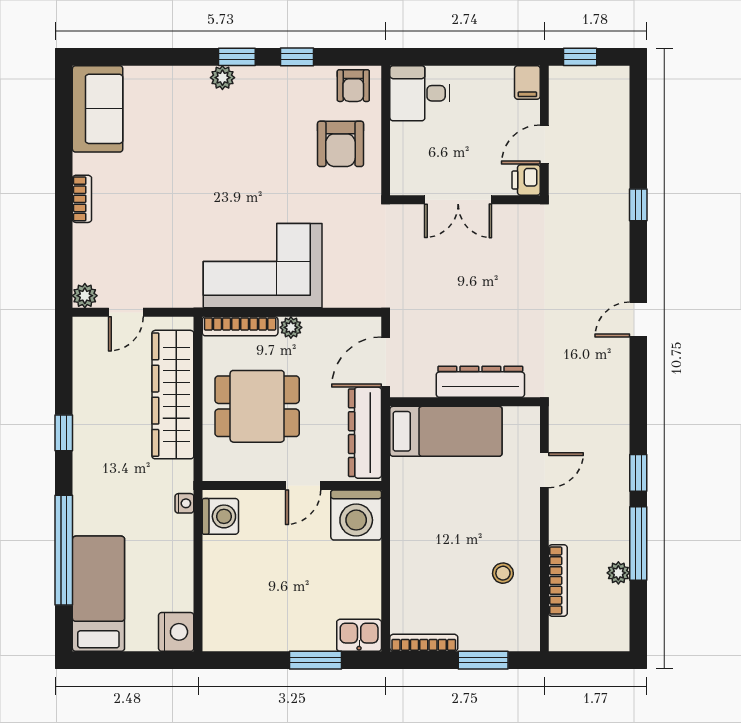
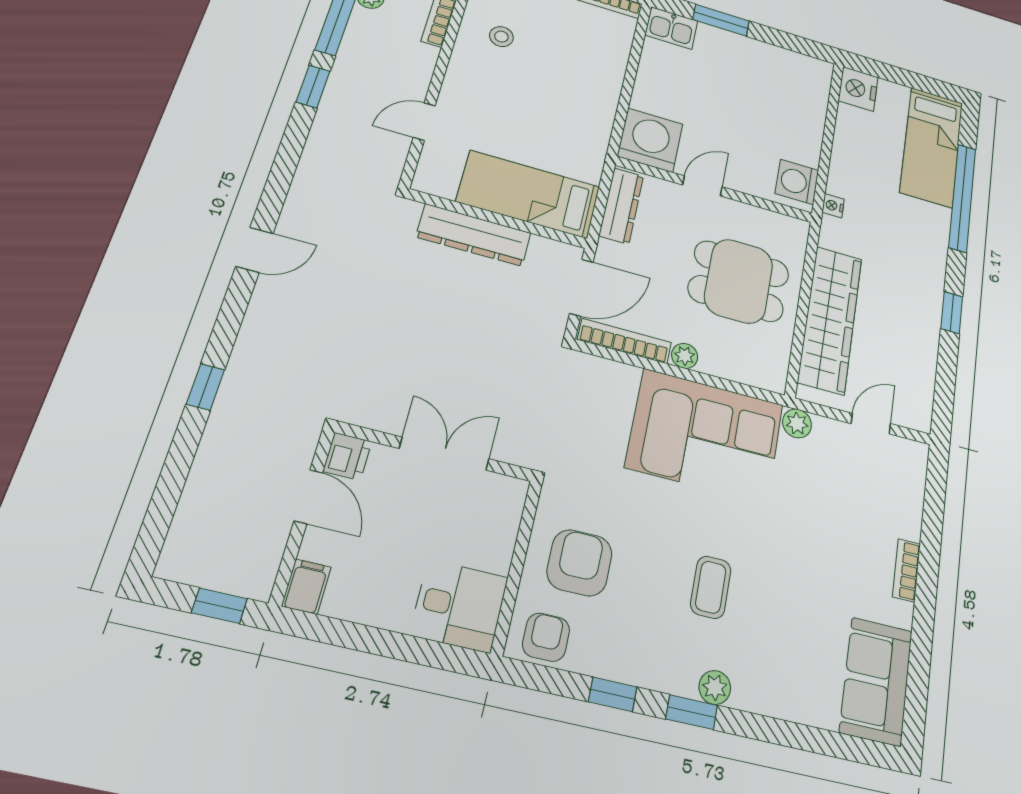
door: (544, 144) -> (308, 497), hinge flipped
coffee table: (238, 149) -> (711, 587), added
plant: (85, 296) -> (797, 423), moved
bookcase: (240, 326) -> (624, 341), moved
dresser: (365, 433) -> (621, 206), width x0.73, depth x0.80

